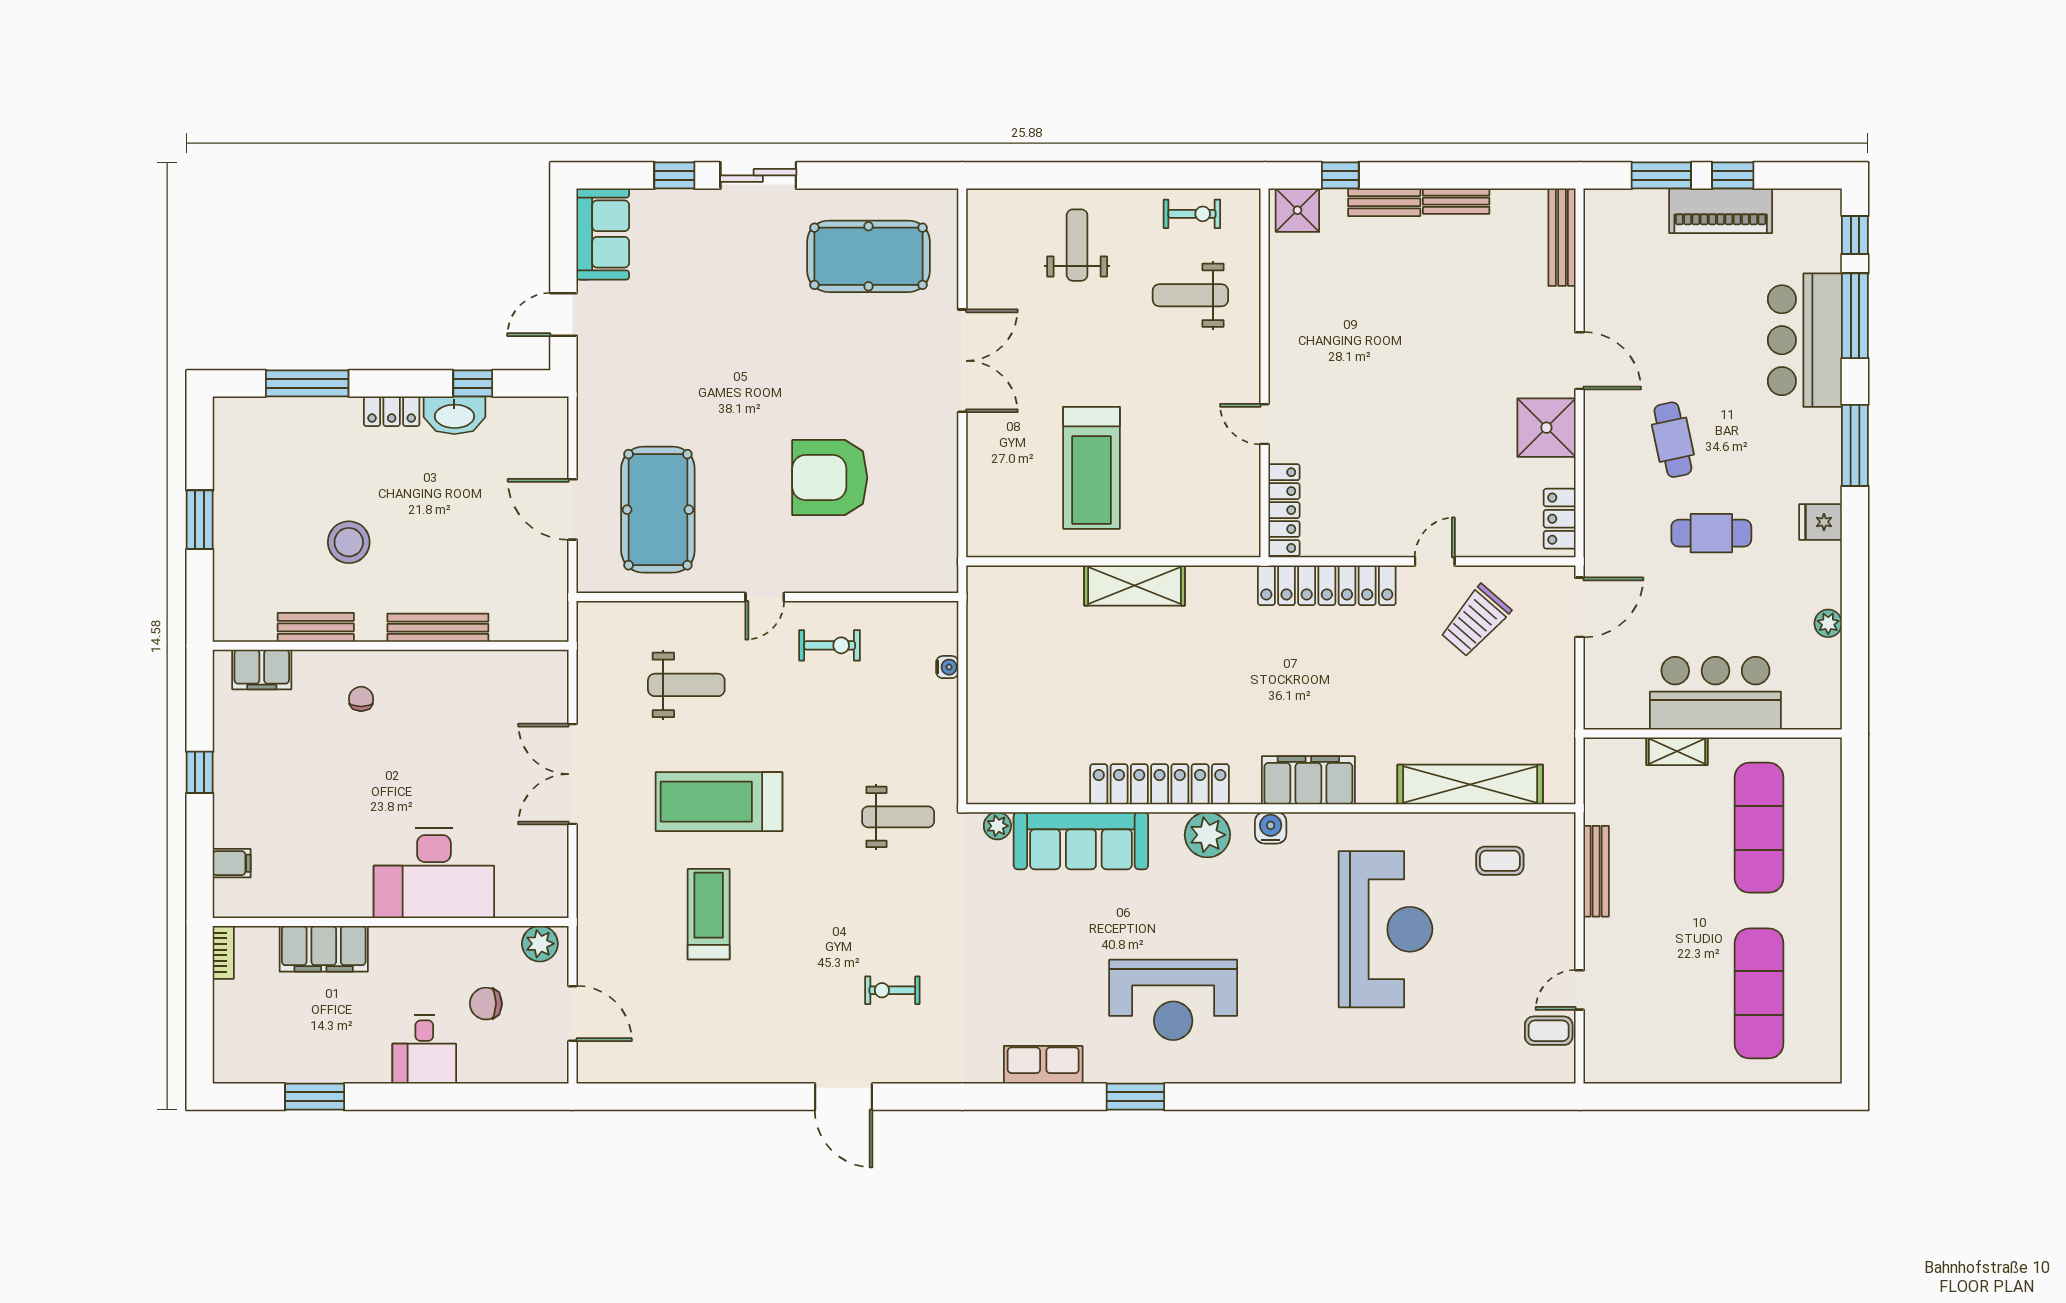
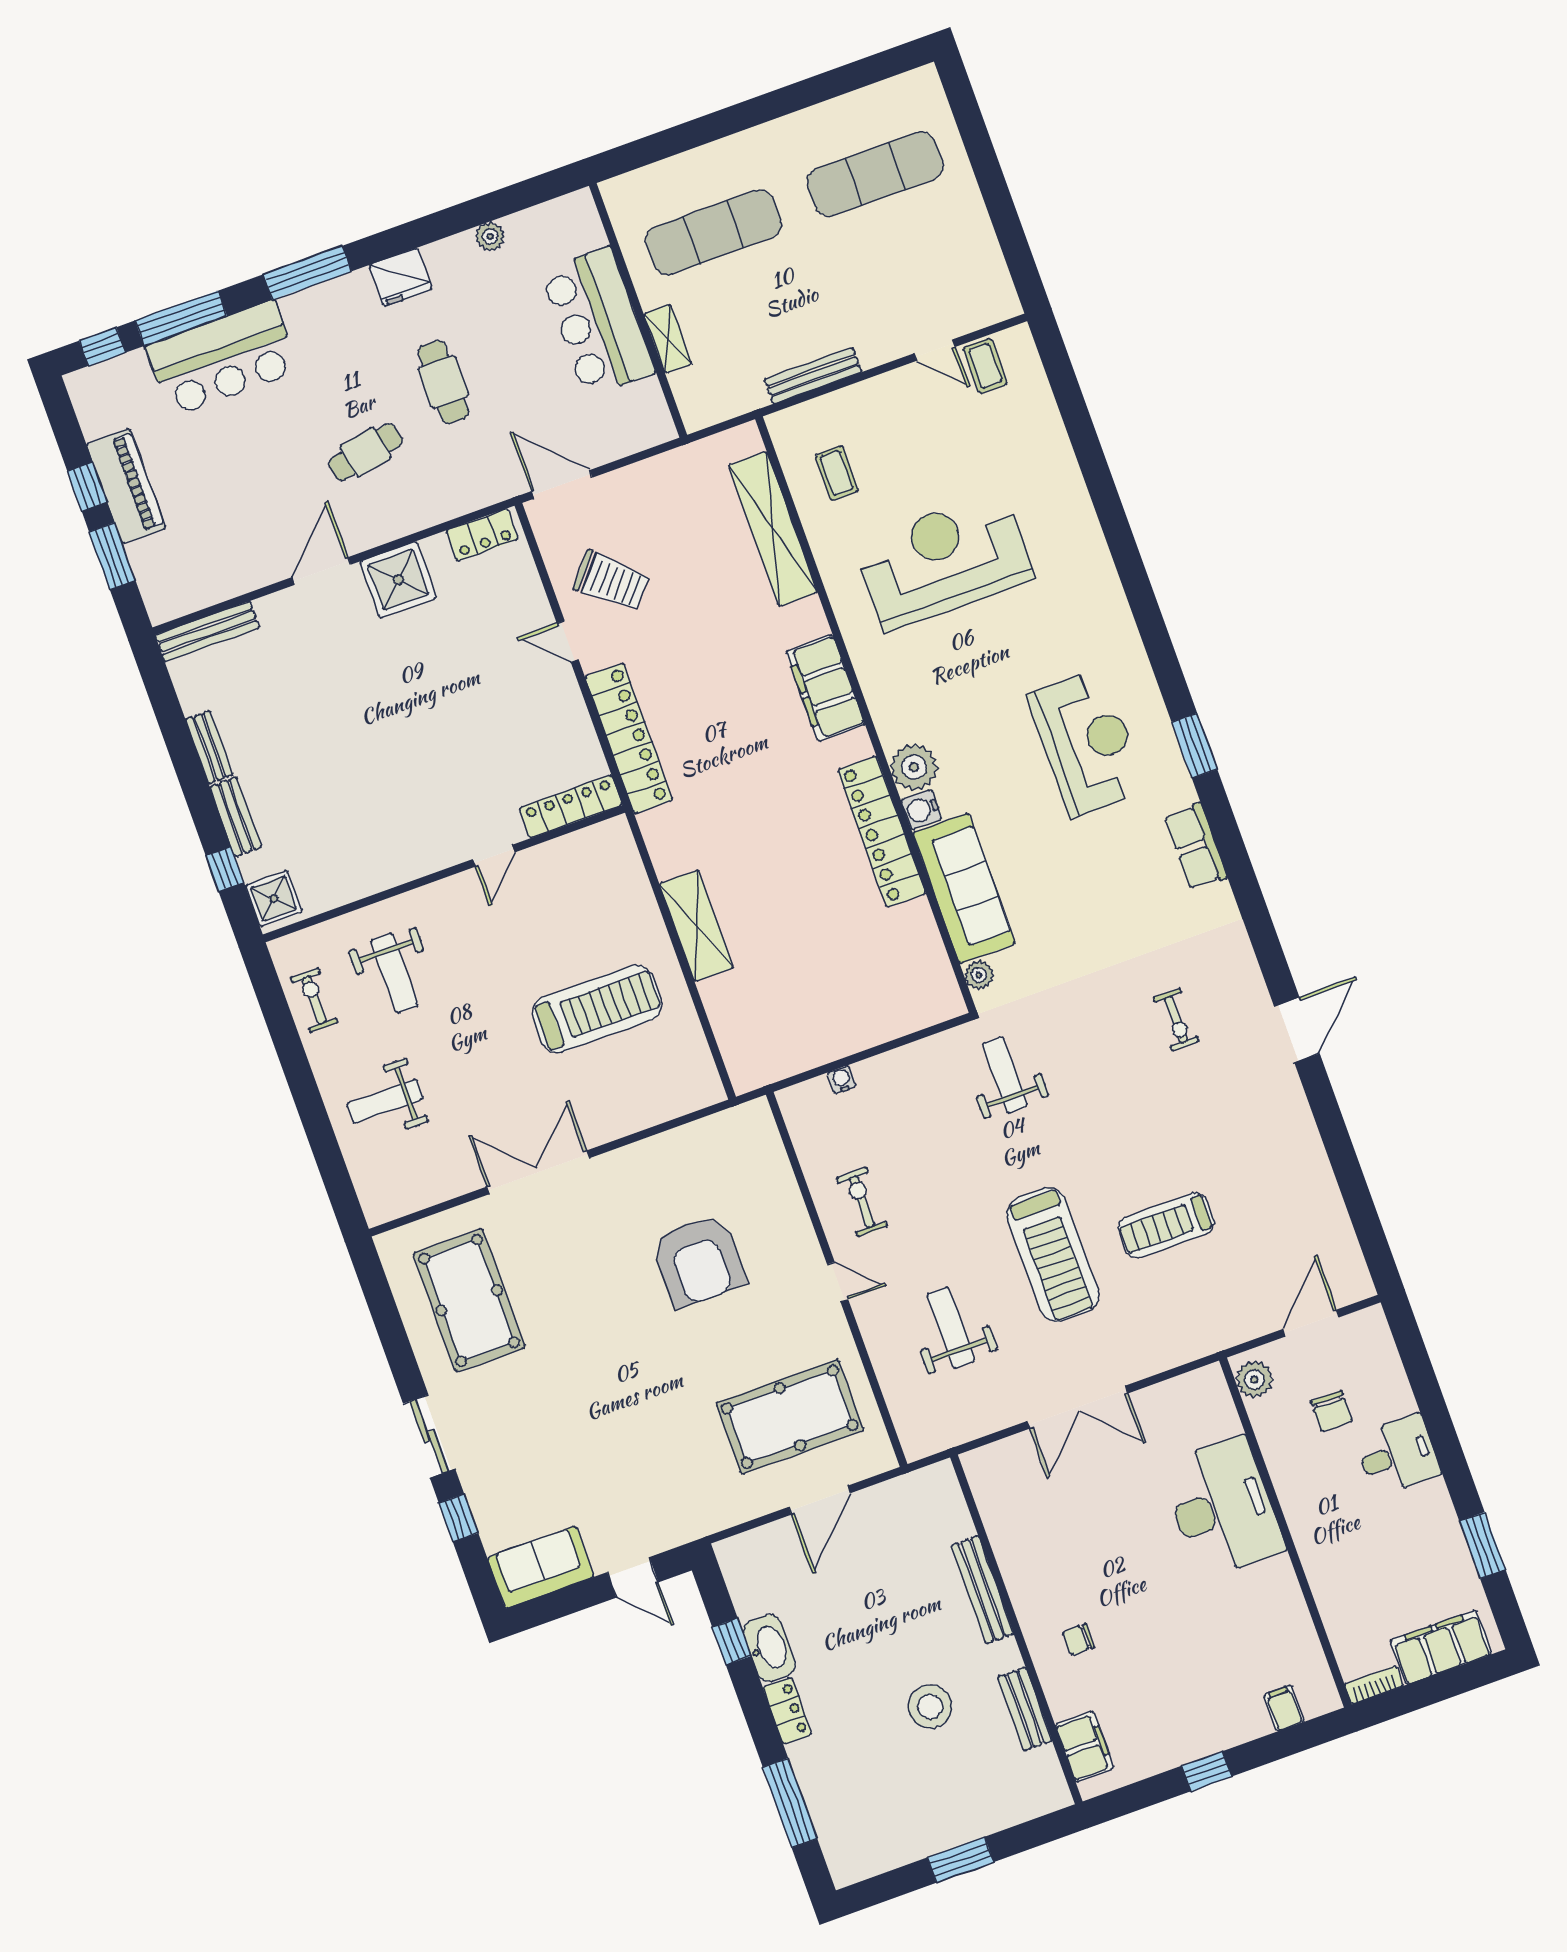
fridge: (1821, 522) -> (401, 277), width x1.38
water cooler: (1271, 828) -> (922, 810), moved
filing cabinet: (324, 949) -> (1441, 1647), moved, turned -90

